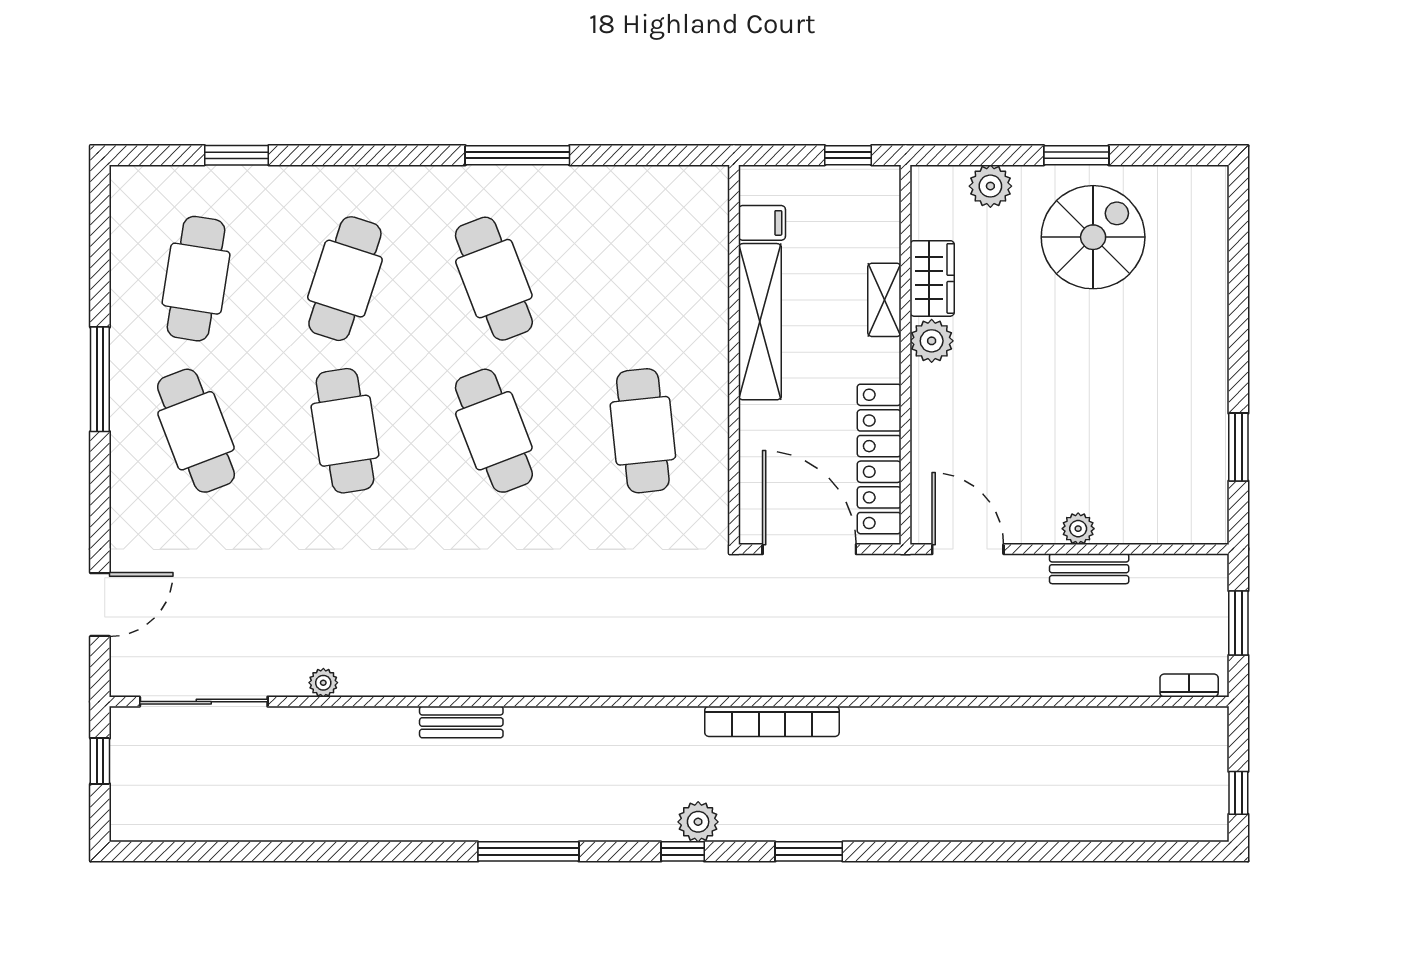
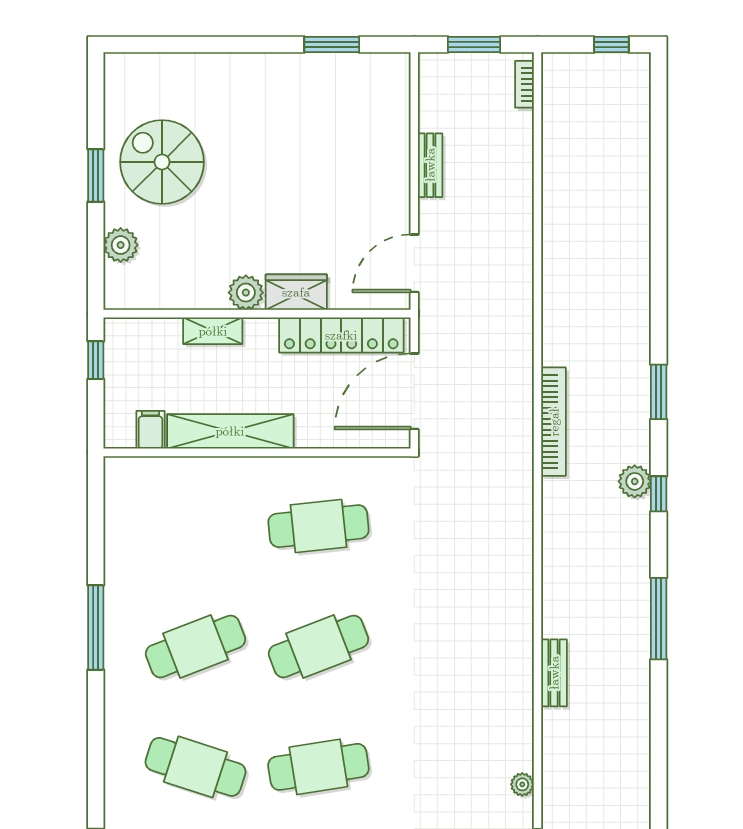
wardrobe: (932, 278) -> (296, 292), moved
plant: (1078, 529) -> (398, 174), removed

